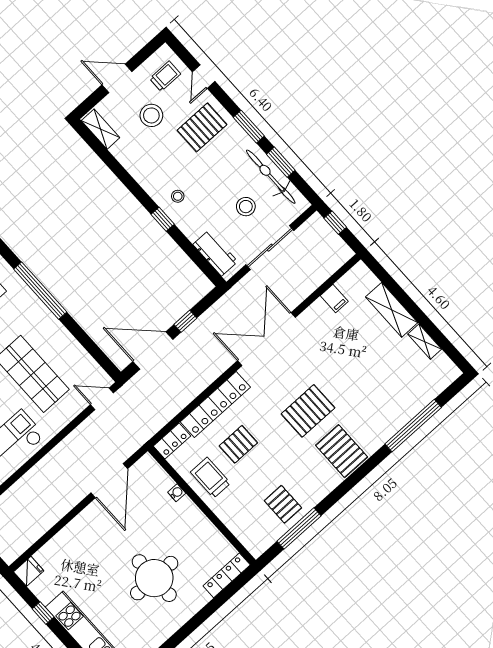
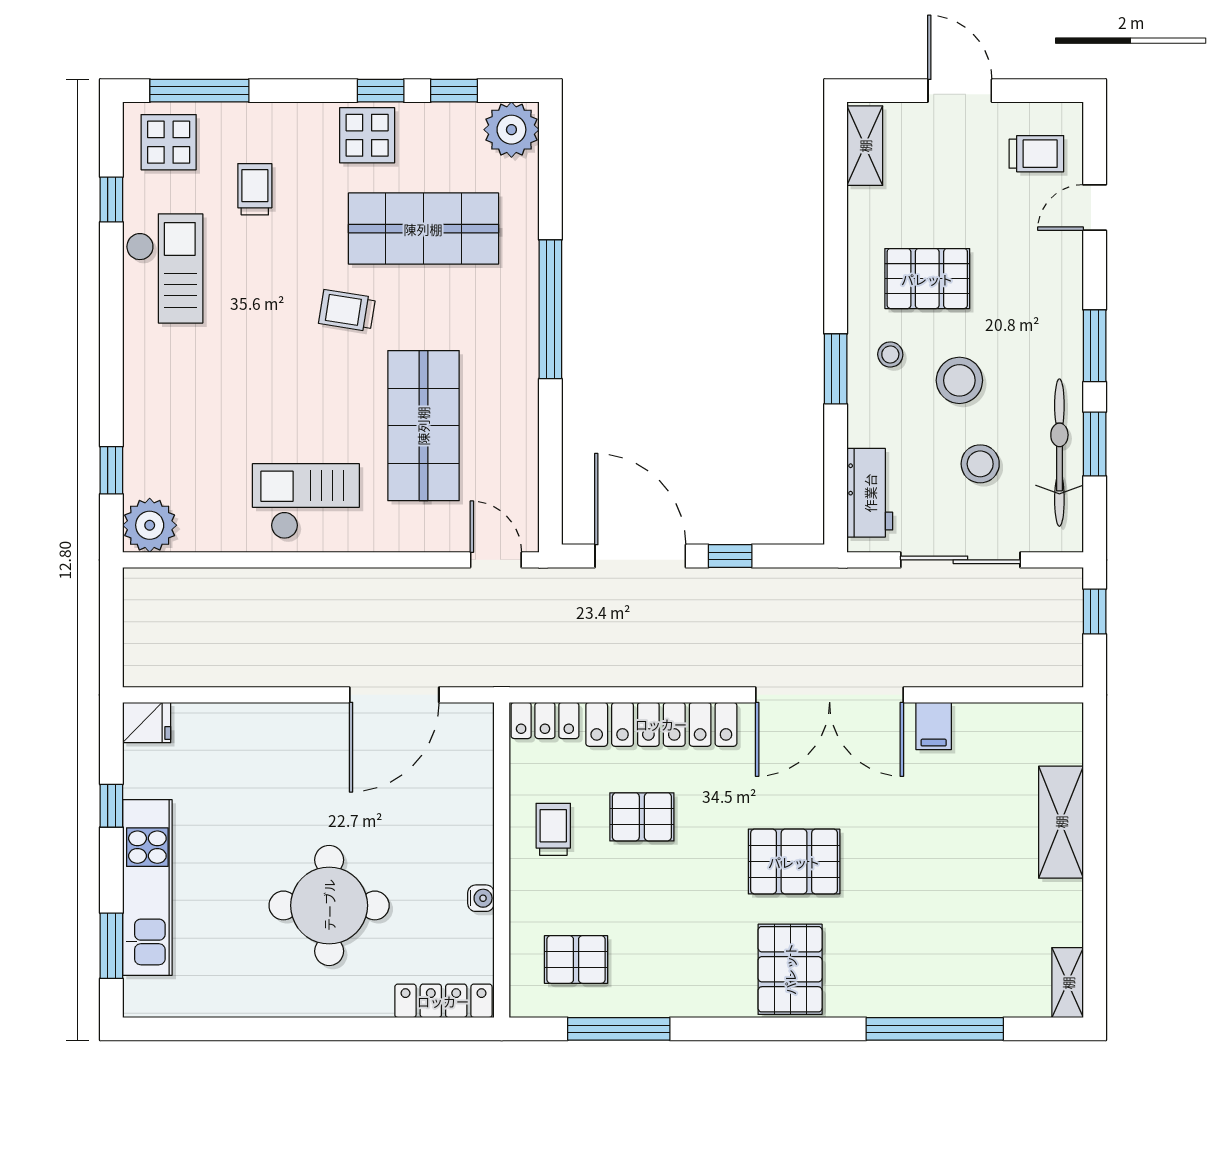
stool: (151, 115) -> (959, 380), moved
pallet: (202, 127) -> (927, 279), moved
window: (163, 219) -> (836, 369), width x1.50
filing cabinet: (334, 298) -> (934, 726), moved
double door: (267, 339) -> (830, 695), swing flipped
shelving: (425, 342) -> (1068, 983), moved
trolley: (210, 478) -> (553, 829), width x0.73, depth x0.72
water cooler: (177, 493) -> (481, 898), moved
pallet: (283, 504) -> (576, 959), moved, turned 90

